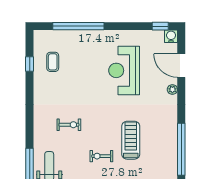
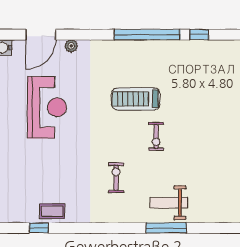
coffee table: (53, 62) -> (52, 211), moved
reception desk: (124, 70) -> (47, 107), turned -90

